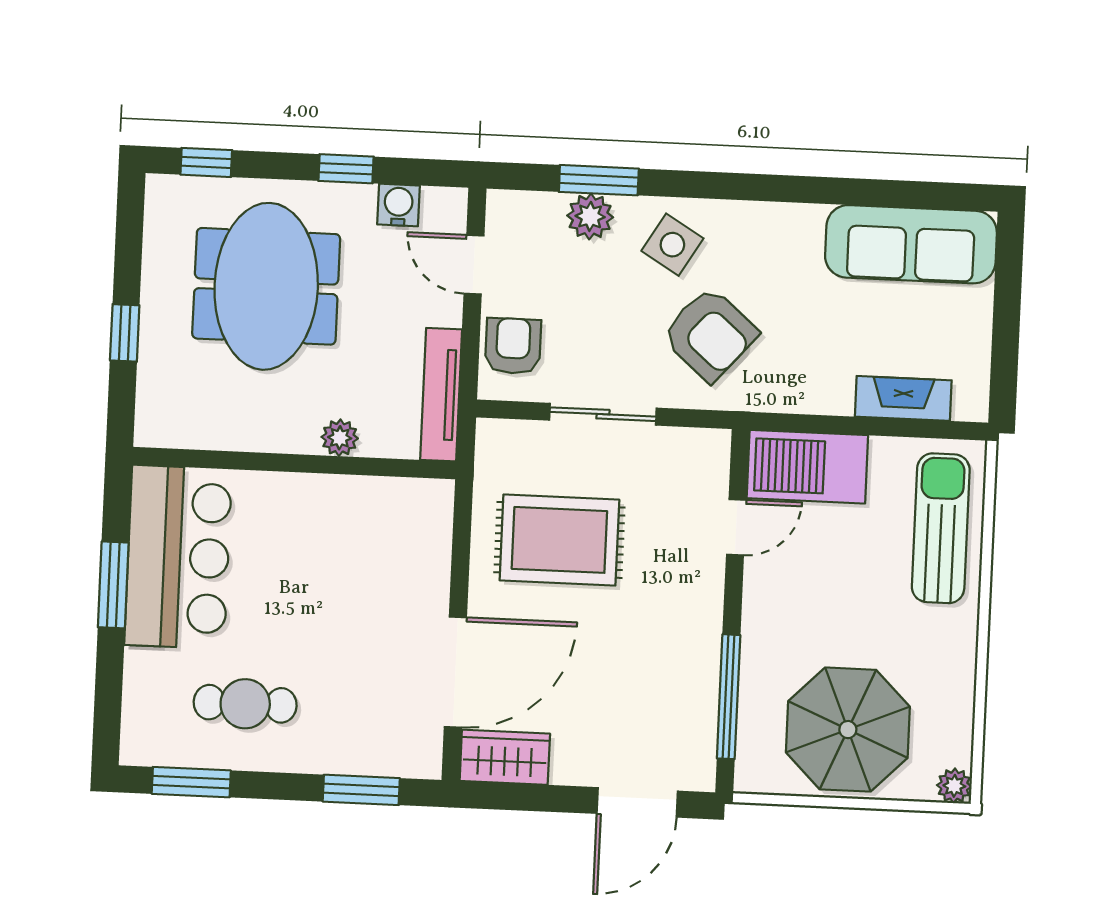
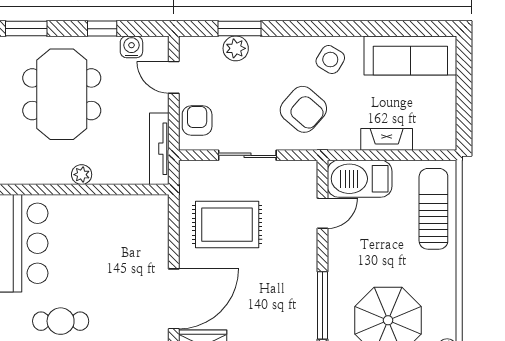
window: (206, 162) -> (26, 29), width x1.50
side table: (672, 245) -> (330, 60), moved
fireplace: (903, 398) -> (387, 139), moved
plant: (340, 438) -> (82, 175), moved

